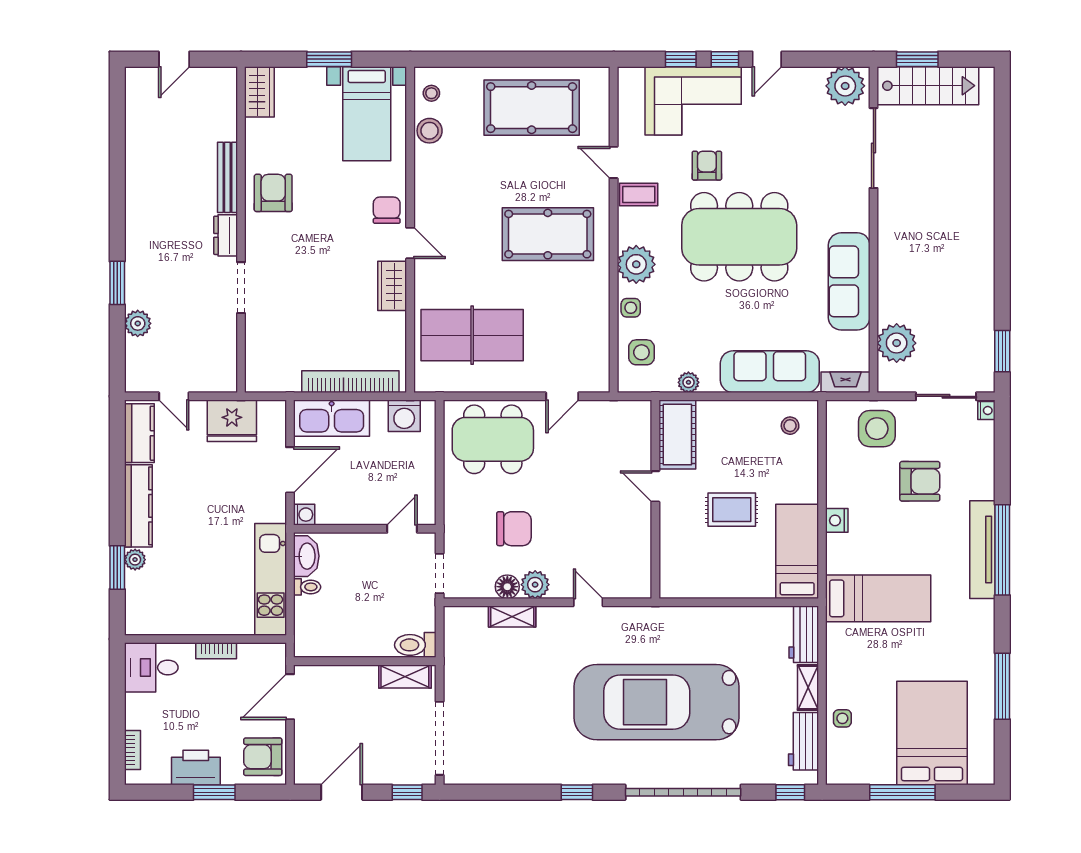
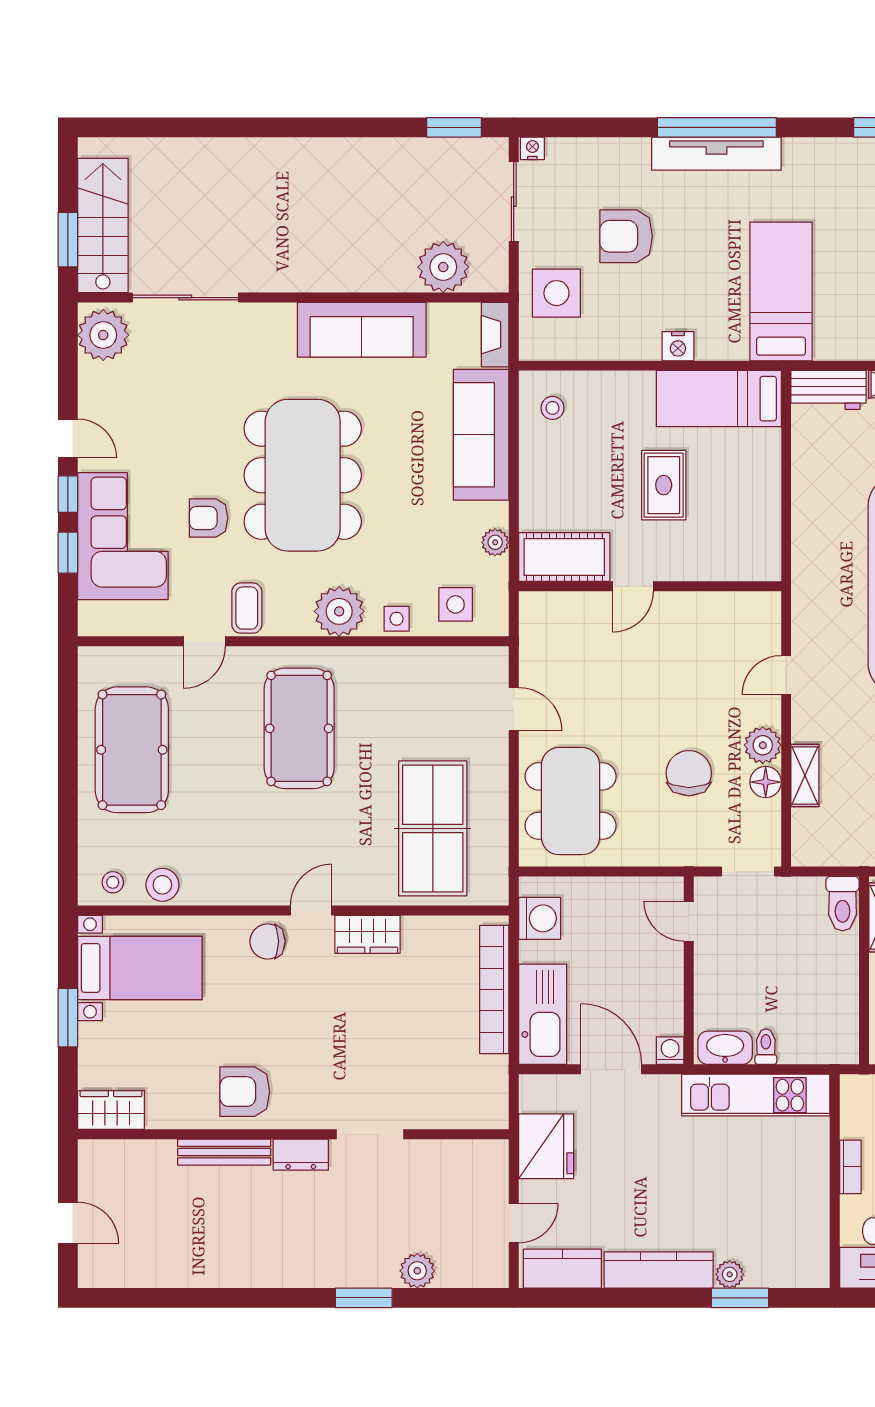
armchair: (920, 481) -> (626, 236), turned -90

